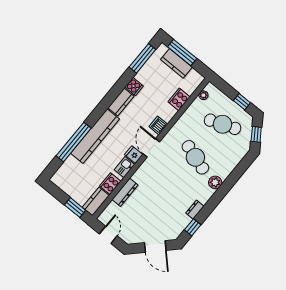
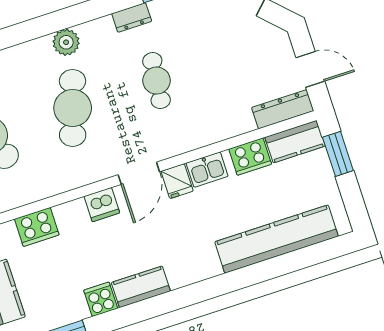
kitchen counter: (95, 136) -> (276, 239), moved
window: (74, 142) -> (268, 270), removed
cafe table: (168, 190) -> (156, 81), added
dresser: (125, 192) -> (283, 109), moved
door: (108, 235) -> (310, 69), swing flipped

